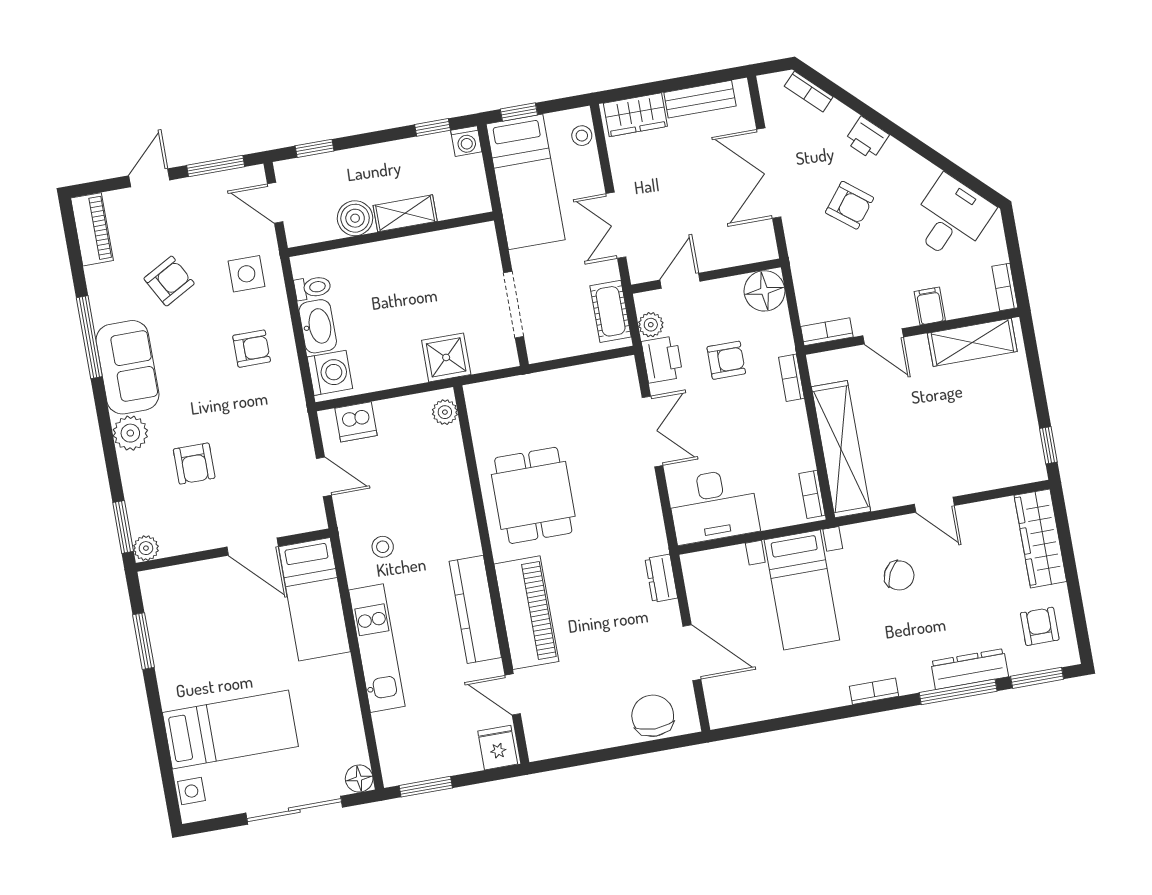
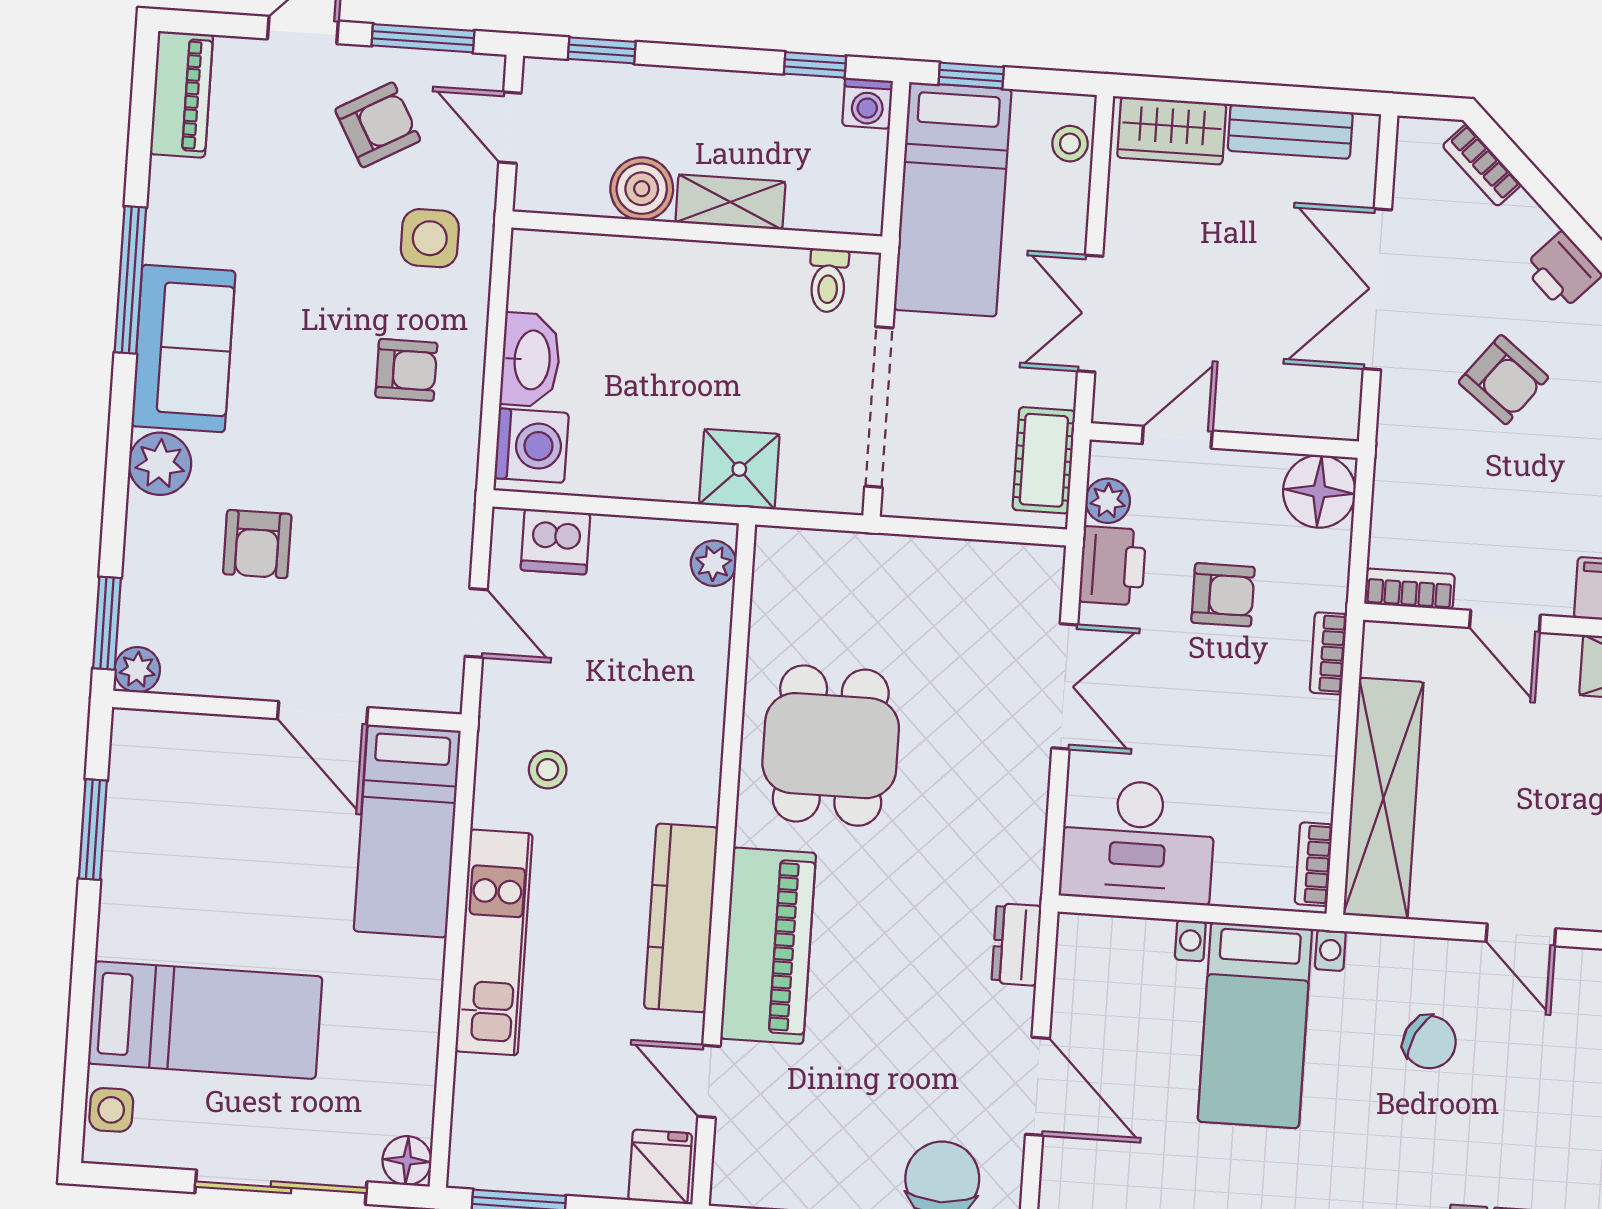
armchair: (169, 281) -> (378, 125), moved
toilet: (313, 288) -> (828, 280), moved, turned 90
doorway: (514, 305) -> (879, 407), width x1.36

